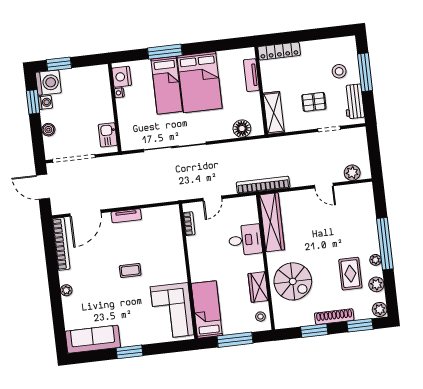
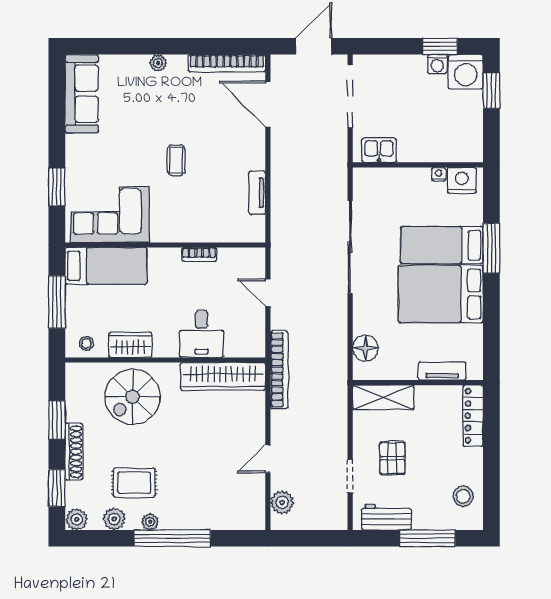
stool: (339, 71) -> (463, 496), moved
boiler: (48, 130) -> (397, 64), removed
tv unit: (126, 216) -> (257, 193), moved
bookcase: (189, 224) -> (199, 254), moved
window: (129, 352) -> (57, 187), moved

